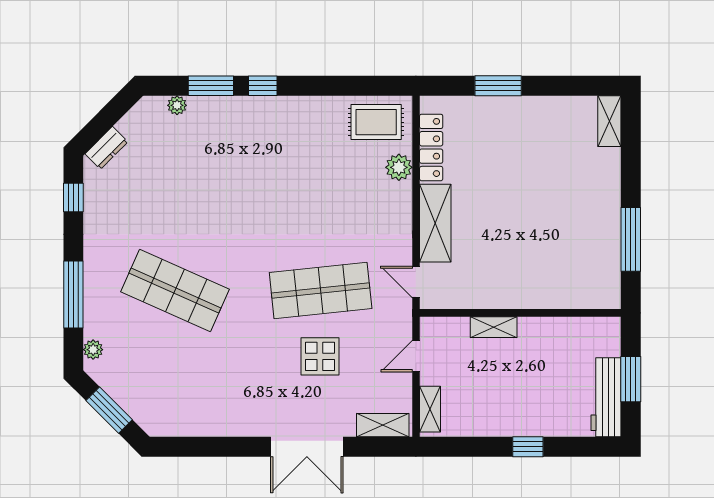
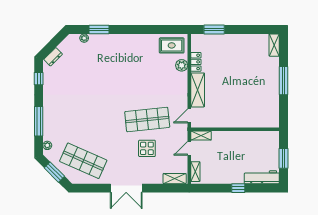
window: (263, 86) -> (122, 30), removed
window: (498, 86) -> (214, 30), moved
locker: (431, 147) -> (196, 62), width x0.66
window: (631, 239) -> (284, 81), moved
door: (416, 282) -> (189, 116), hinge flipped
shop shelf: (175, 290) -> (83, 161), moved
shelving: (494, 327) -> (201, 136), moved
workbench: (606, 397) -> (262, 177), moved, turned 90
double door: (307, 447) -> (126, 188), moved

